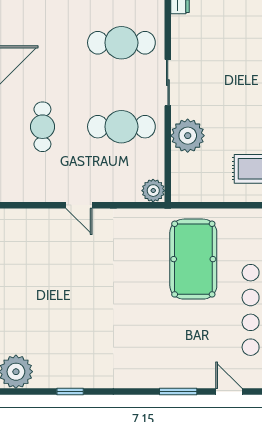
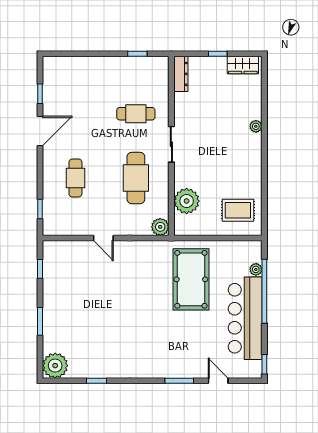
cafe table: (121, 43) -> (136, 114), width x0.73, depth x0.74
cafe table: (121, 127) -> (136, 178), turned 90
plant: (188, 136) -> (187, 201), moved

